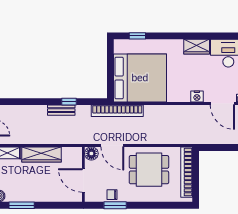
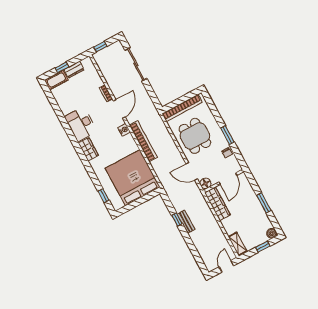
bookcase: (117, 111) -> (143, 141), moved
door: (112, 146) -> (192, 171), swing flipped
wardrobe: (42, 154) -> (217, 204), moved
window: (22, 205) -> (264, 203), moved
window: (115, 205) -> (227, 135), moved

